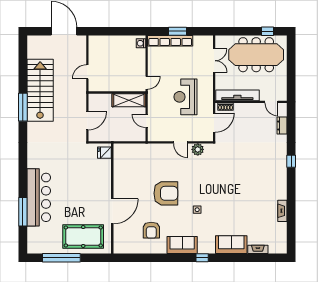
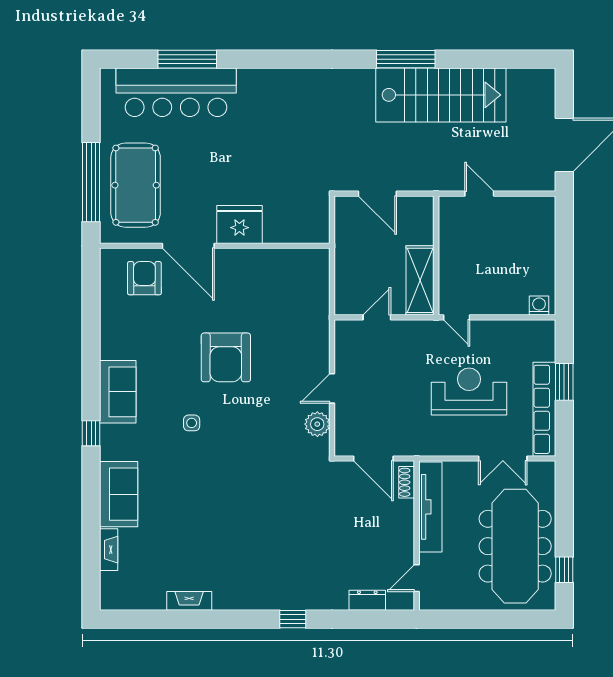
row of seats: (170, 41) -> (544, 409), moved
reception desk: (185, 97) -> (469, 392), moved
fridge: (104, 153) -> (239, 224), moved, width x1.88, depth x1.34
bar counter: (39, 197) -> (176, 92), moved
armchair: (151, 230) -> (144, 278), moved, turned 90
window: (61, 258) -> (91, 182), moved

